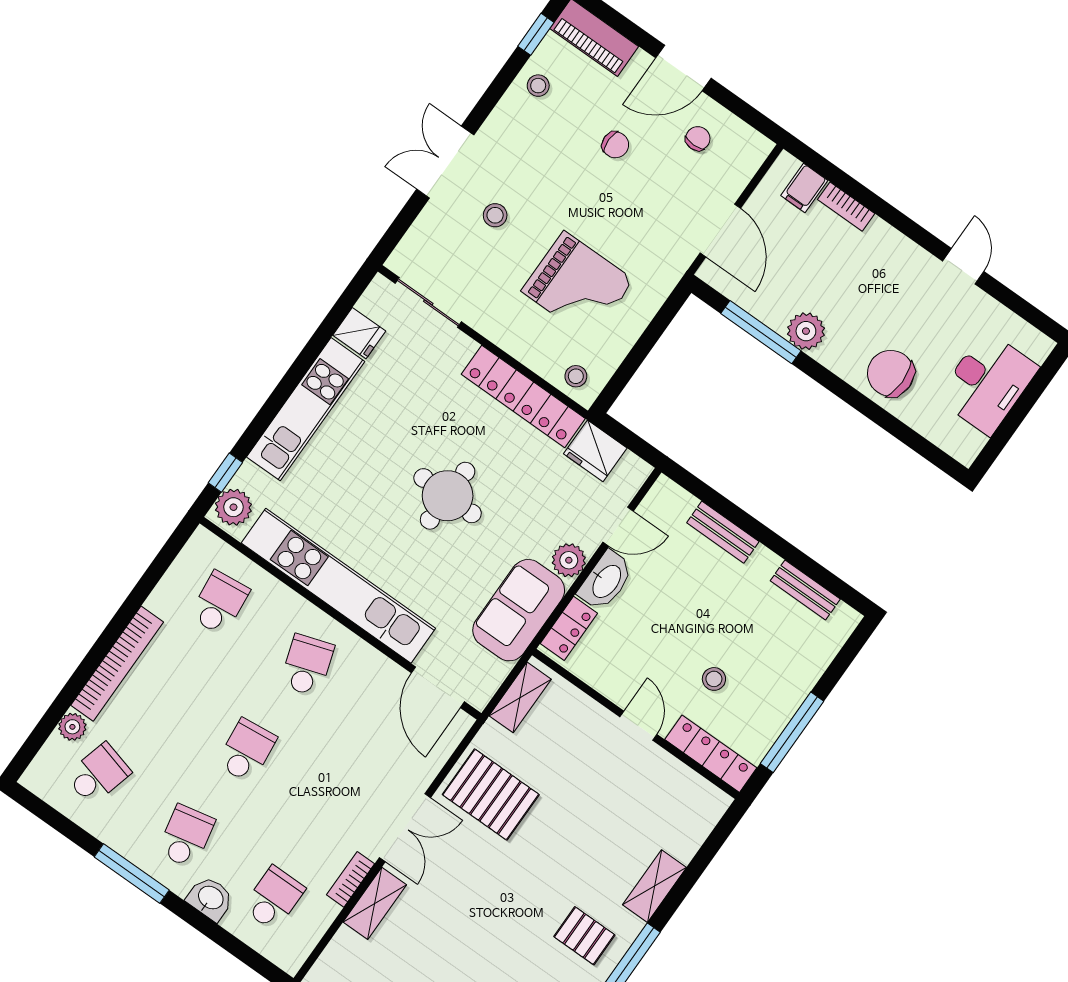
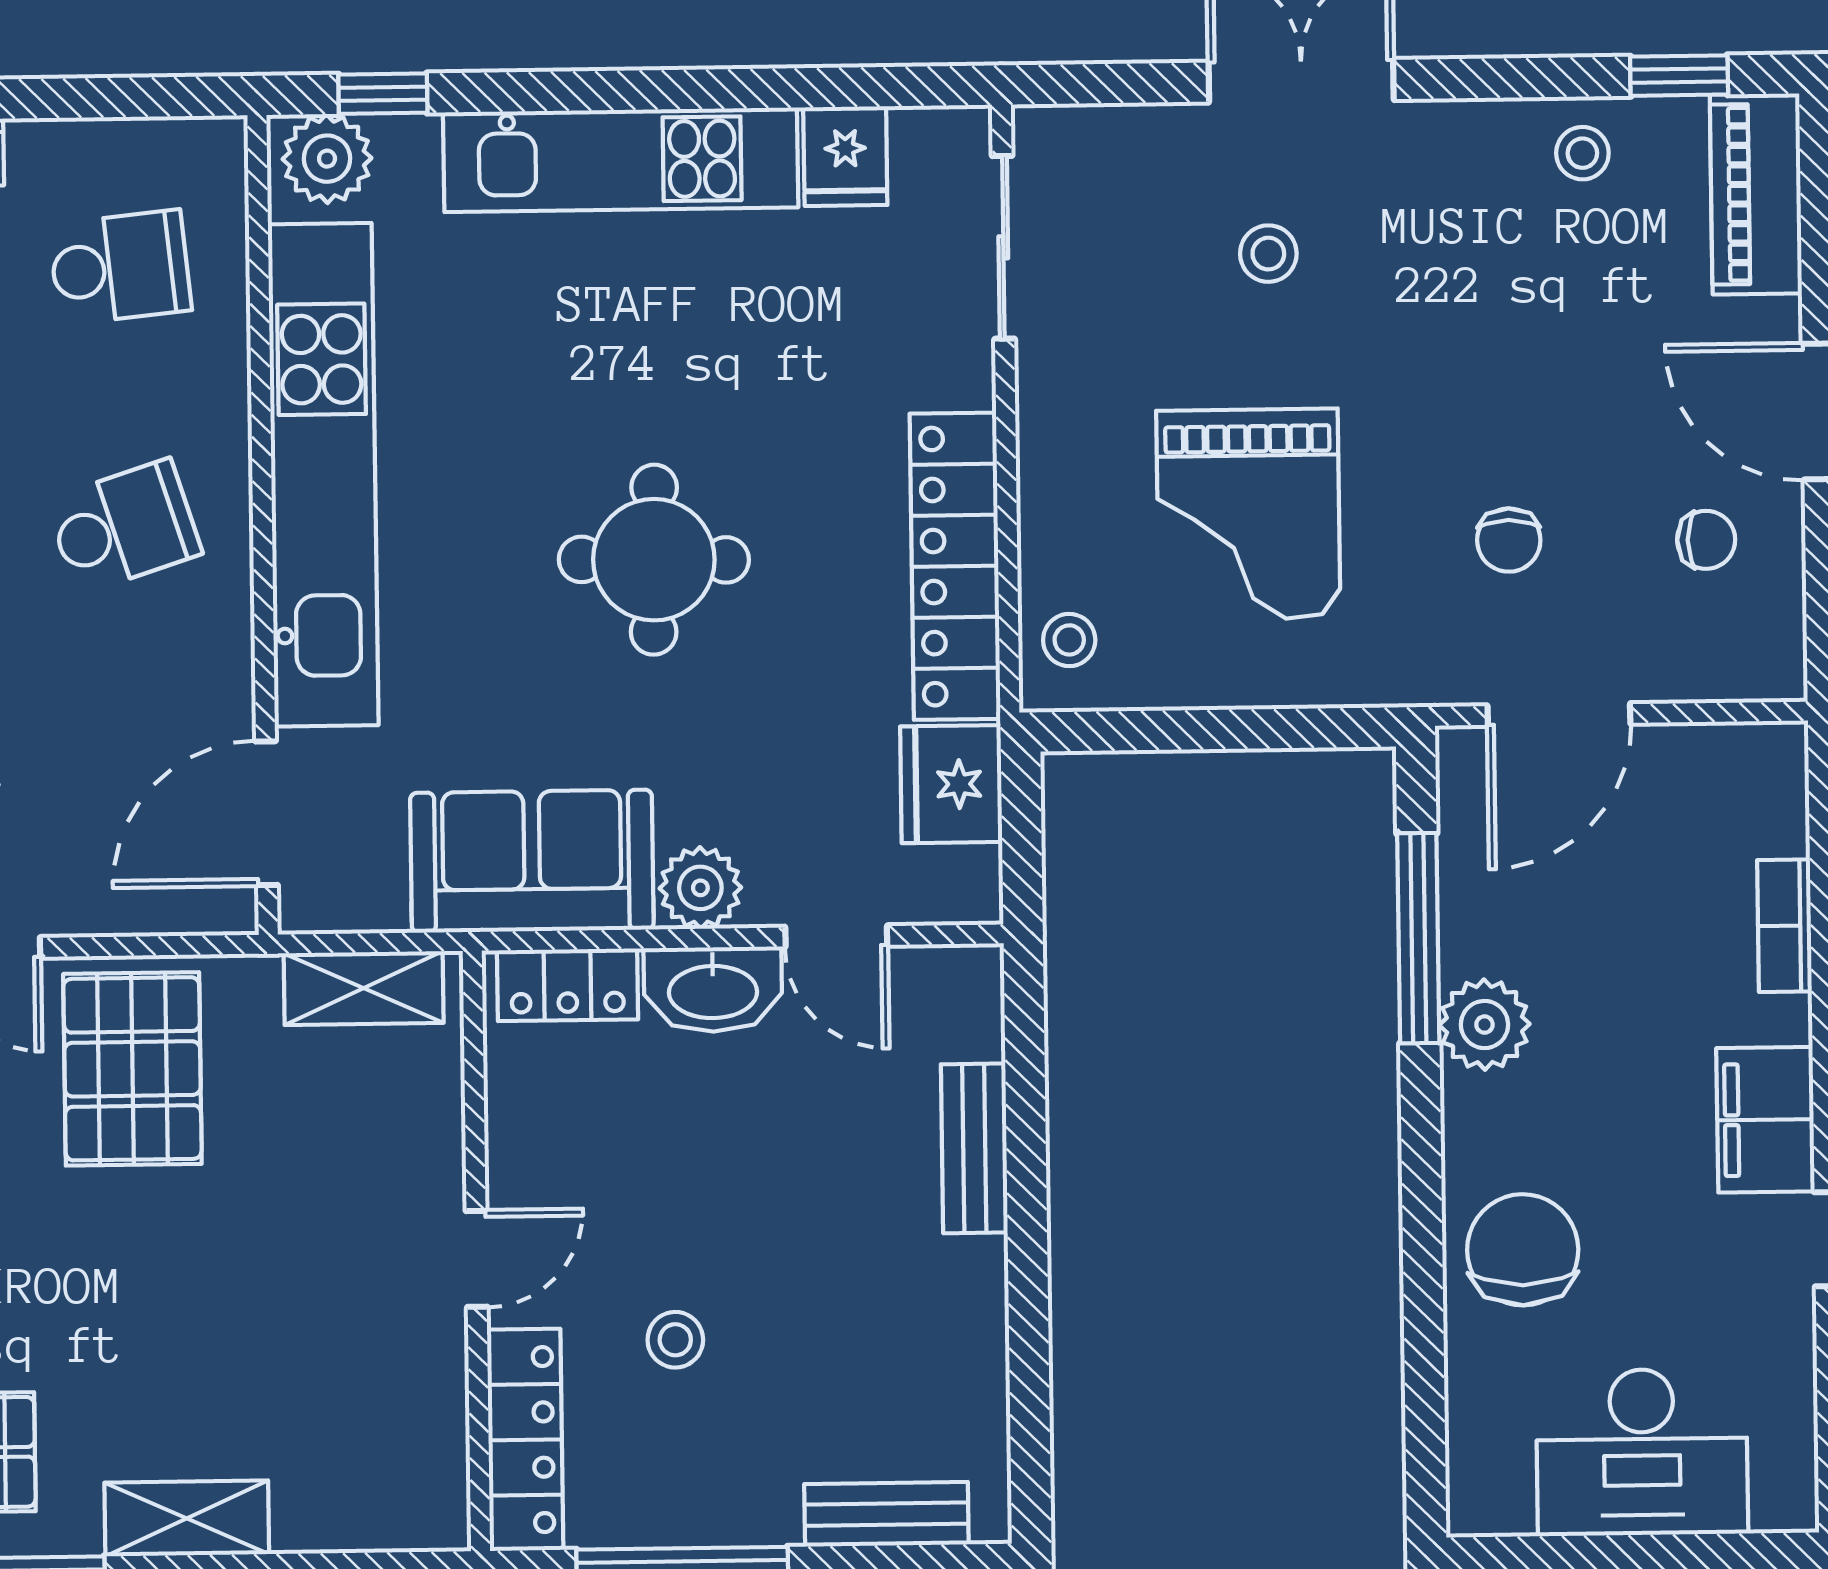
chair: (615, 145) -> (1509, 540), moved
filing cabinet: (804, 188) -> (1765, 1120), moved, width x2.00
bench: (805, 590) -> (886, 1514), moved, turned 90

